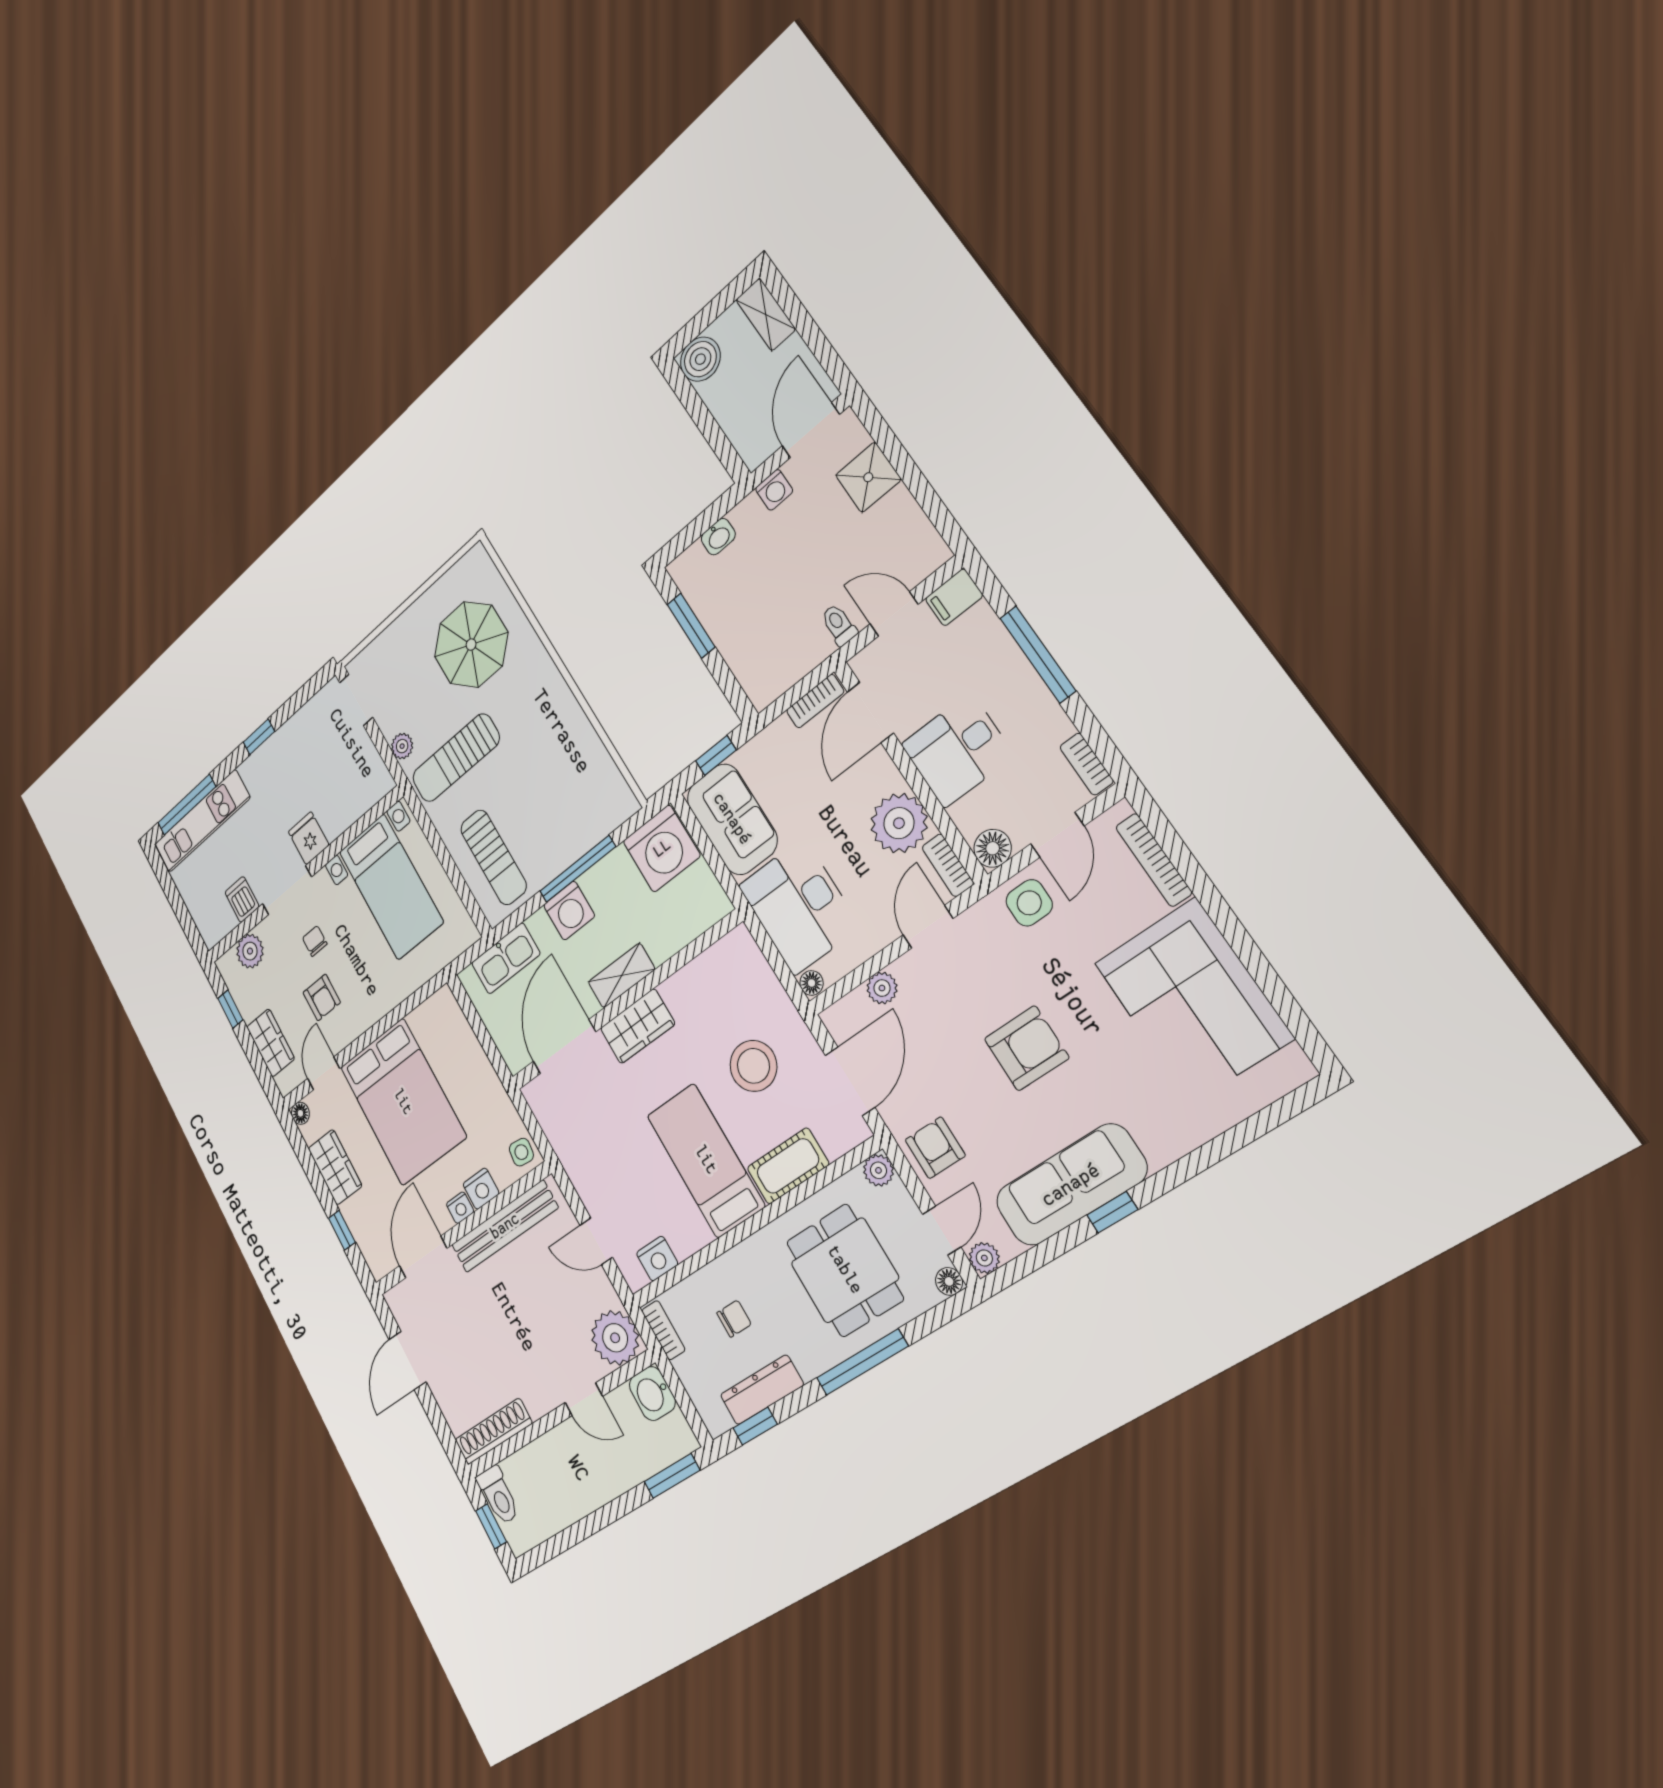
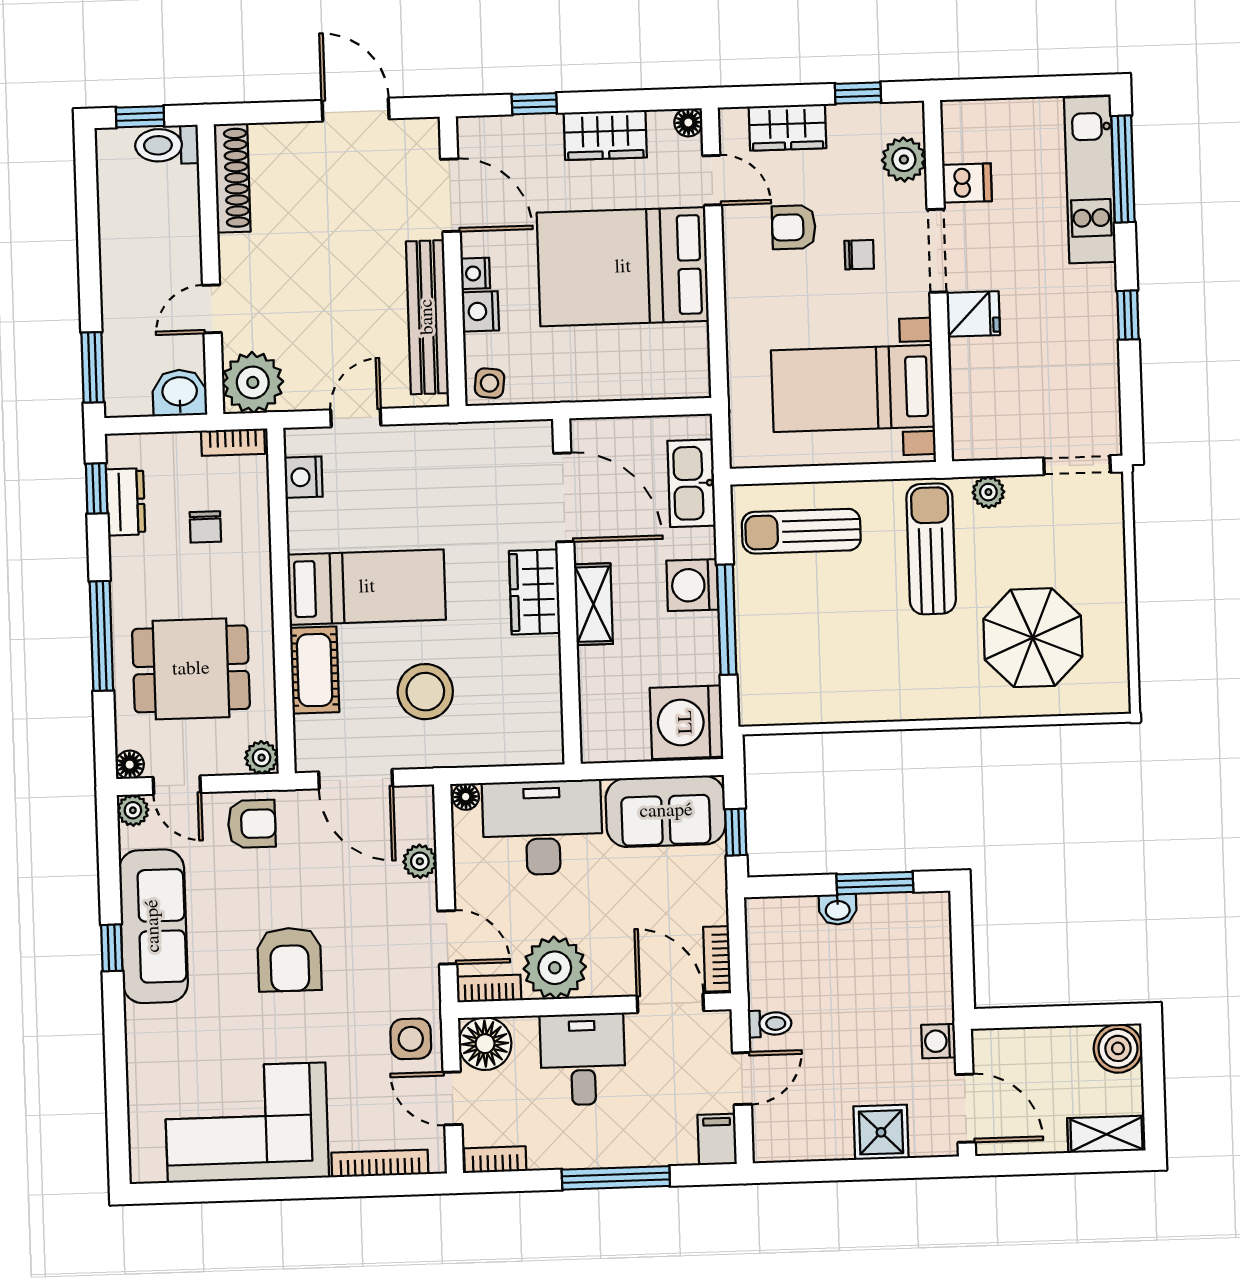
washbasin: (718, 537) -> (838, 909), moved, turned -90
floor lamp: (993, 848) -> (485, 1044), width x1.38, depth x1.38
dresser: (762, 1390) -> (126, 502), width x0.70

